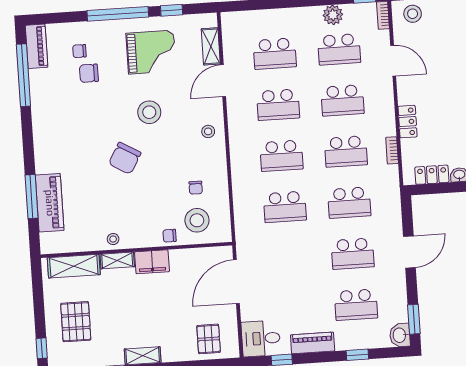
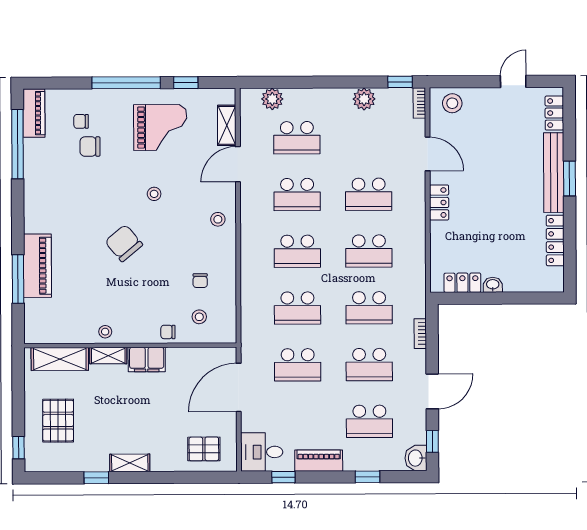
plant: (250, 20) -> (272, 99), added
school desk: (339, 49) -> (298, 365), moved
stool: (149, 112) -> (154, 194), width x0.53, depth x0.53
locker: (408, 122) -> (439, 202), moved
bookcase: (392, 150) -> (420, 334), moved
chair: (125, 158) -> (124, 243), turned 110
piano: (50, 203) -> (37, 266), moved
stool: (197, 220) -> (199, 317), width x0.53, depth x0.53
door: (409, 252) -> (432, 391), moved
window: (414, 319) -> (432, 441), width x0.67
pallet: (209, 339) -> (204, 449), turned 90

